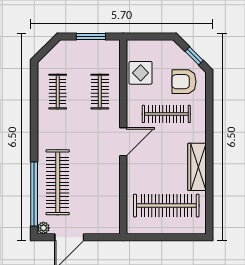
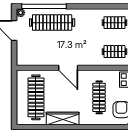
door: (123, 142) -> (68, 68), moved

